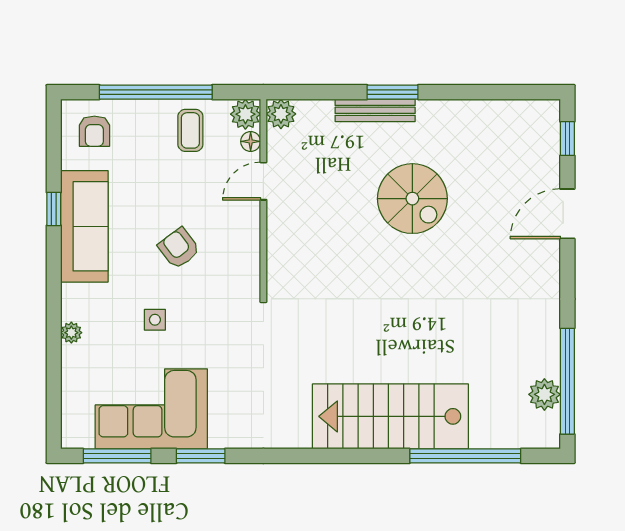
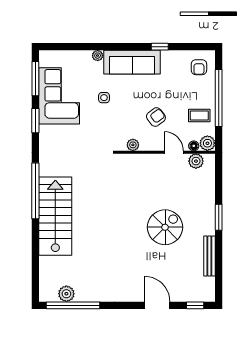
bench: (375, 110) -> (209, 256), moved
plant: (281, 114) -> (196, 161), moved
armchair: (94, 131) -> (199, 67), turned -90
spiral stairs: (412, 199) -> (165, 227), turned 180
sofa: (84, 226) -> (132, 62), moved
armchair: (179, 248) -> (156, 117), moved
plant: (249, 262) -> (133, 145), added
window: (465, 456) -> (35, 191), moved

